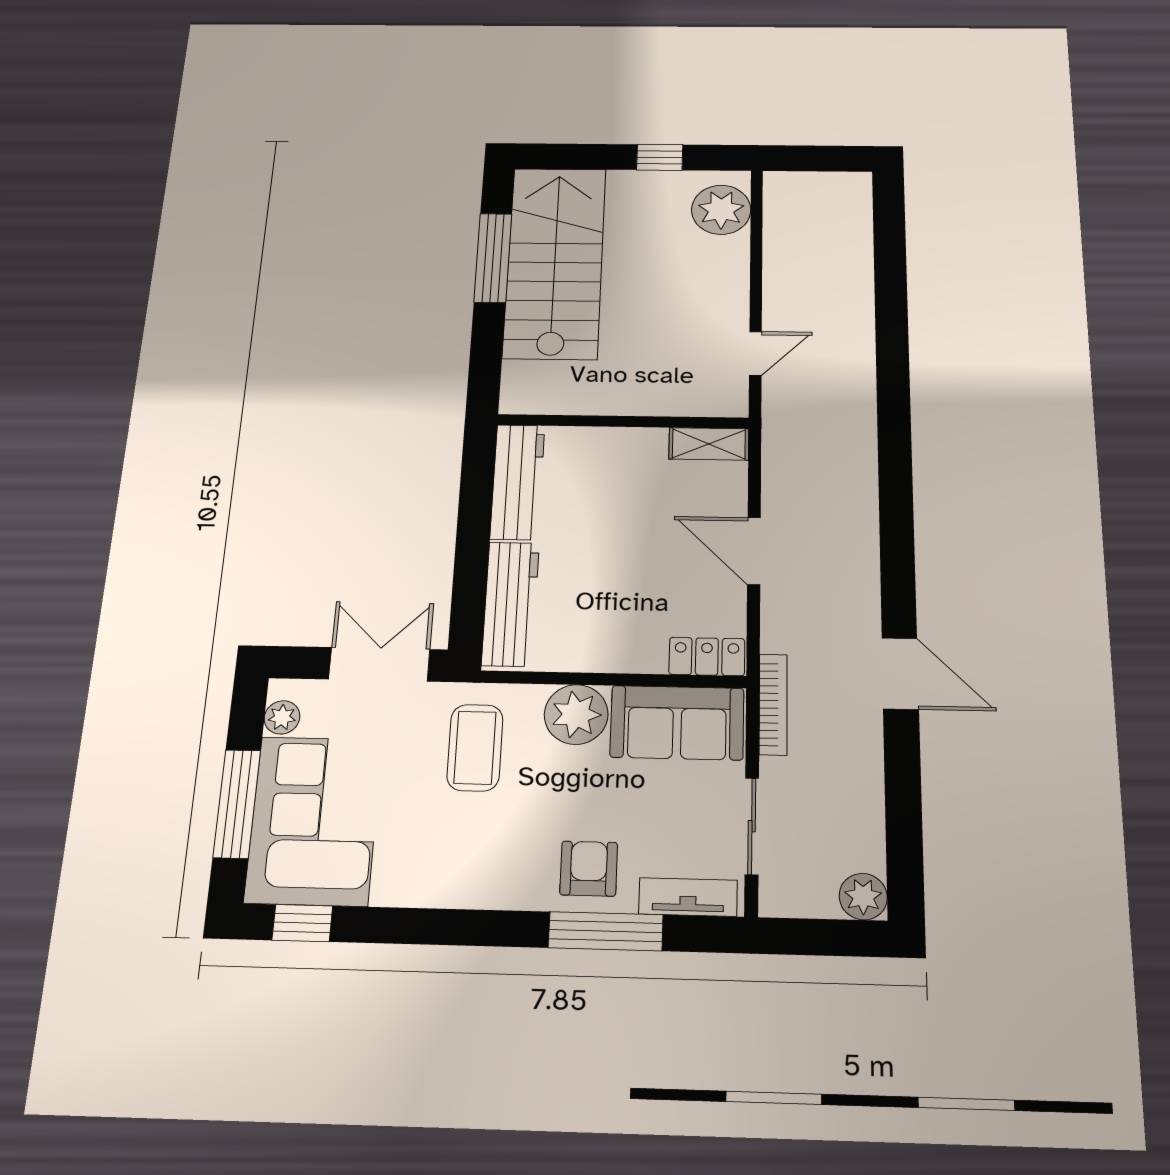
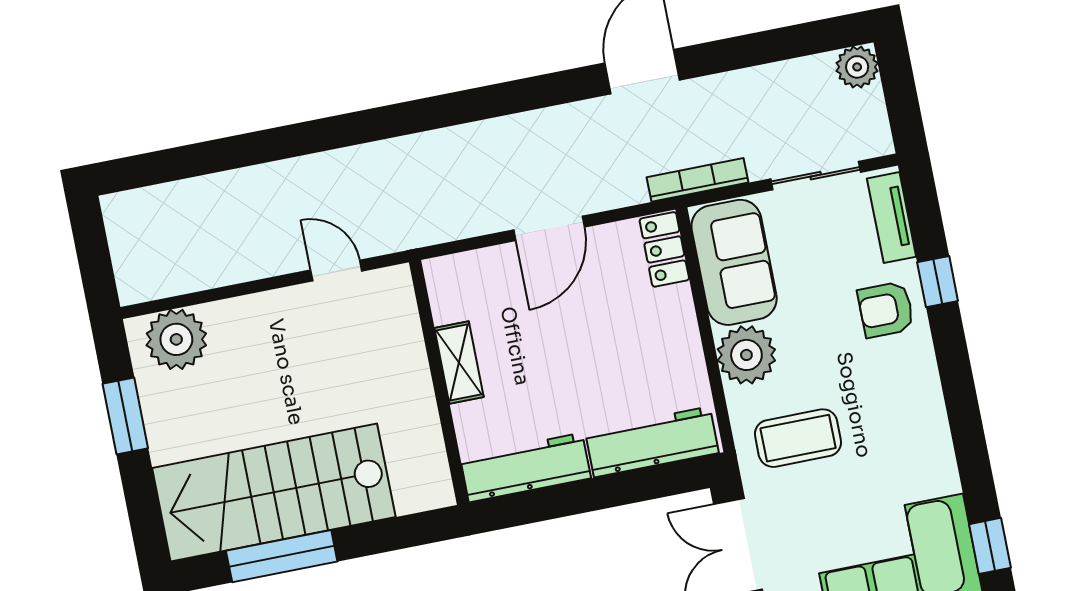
window: (660, 157) -> (125, 416), width x1.50
shelving: (709, 444) -> (459, 362), moved
window: (606, 931) -> (938, 282), width x0.46

